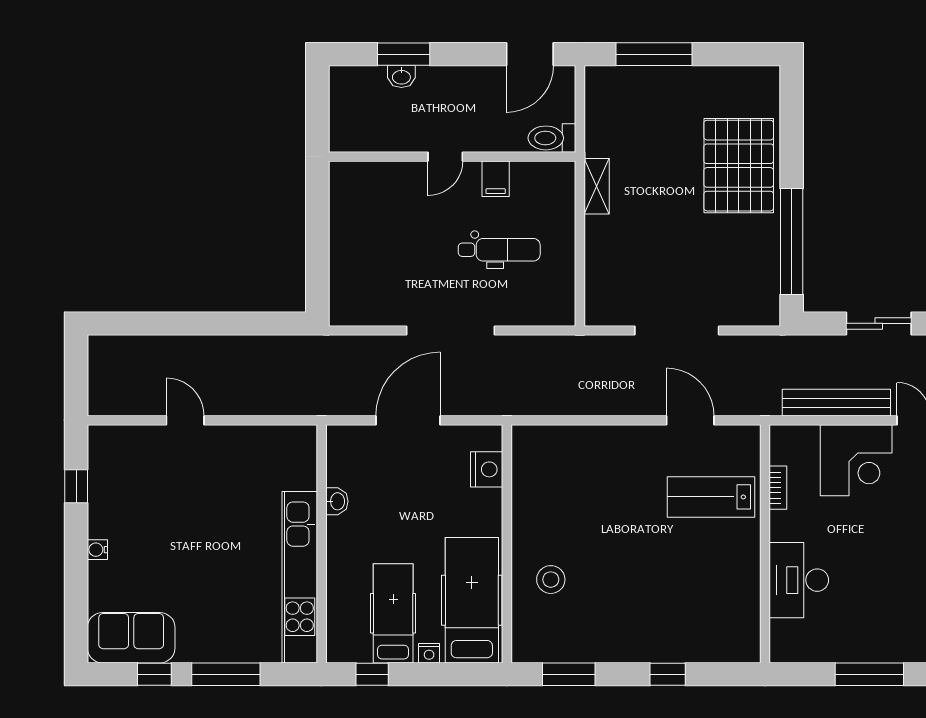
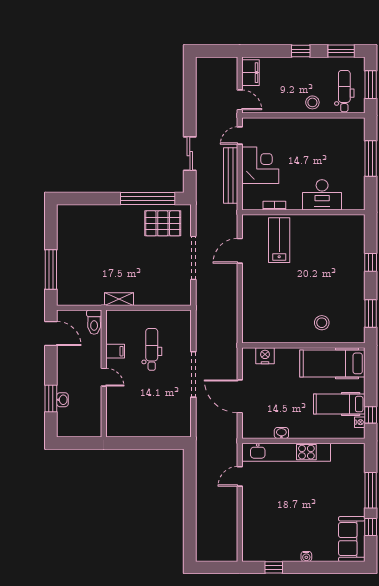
pallet: (739, 166) -> (163, 223), moved, width x0.73, depth x0.71
door: (185, 420) -> (240, 476), moved
lab bench: (711, 497) -> (279, 240), turned 180
kitchen unit: (300, 577) -> (286, 452), moved
nightstand: (429, 653) -> (360, 422), moved

